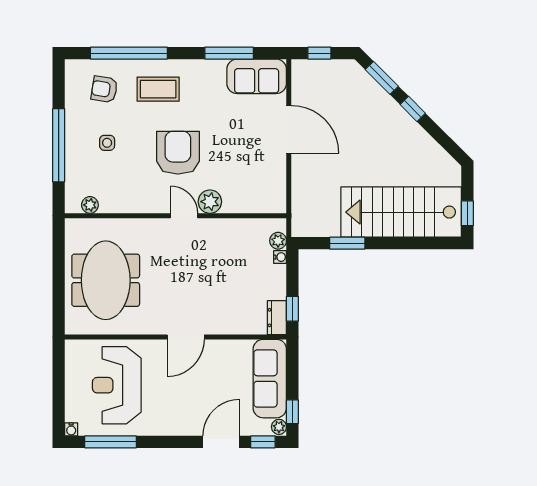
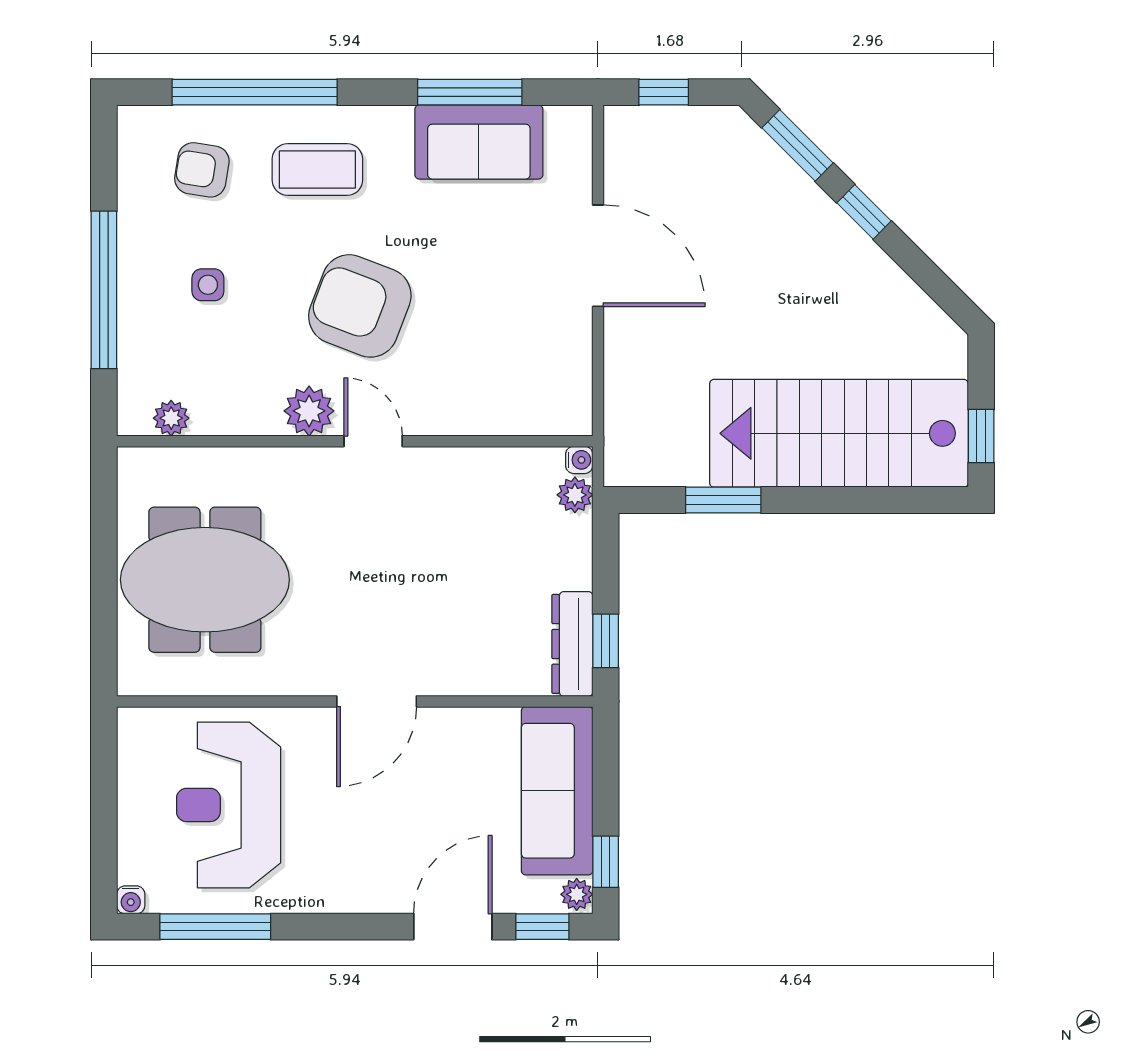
sofa: (257, 76) -> (479, 142), moved
armchair: (178, 153) -> (360, 306), turned -69
plant: (210, 202) -> (309, 411), moved
water cooler: (280, 257) -> (579, 460), moved
meeting table: (106, 280) -> (205, 580), turned 90
dresser: (277, 318) -> (572, 644), width x1.44

